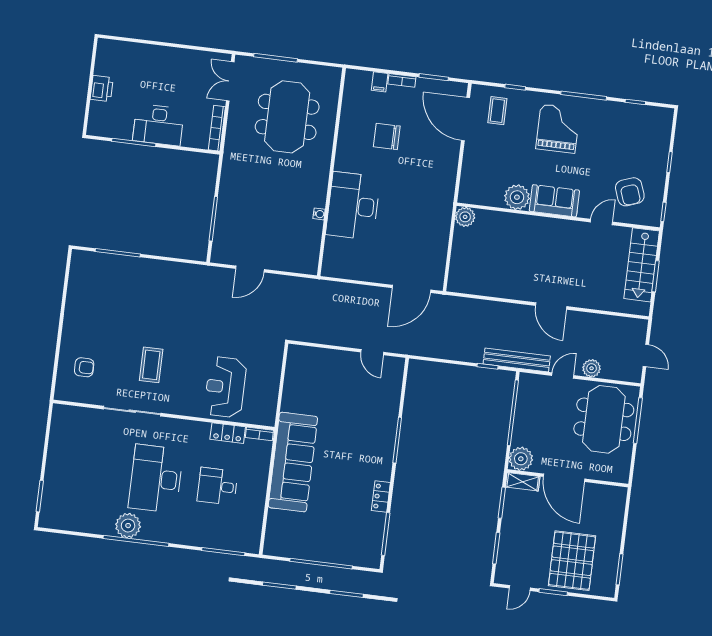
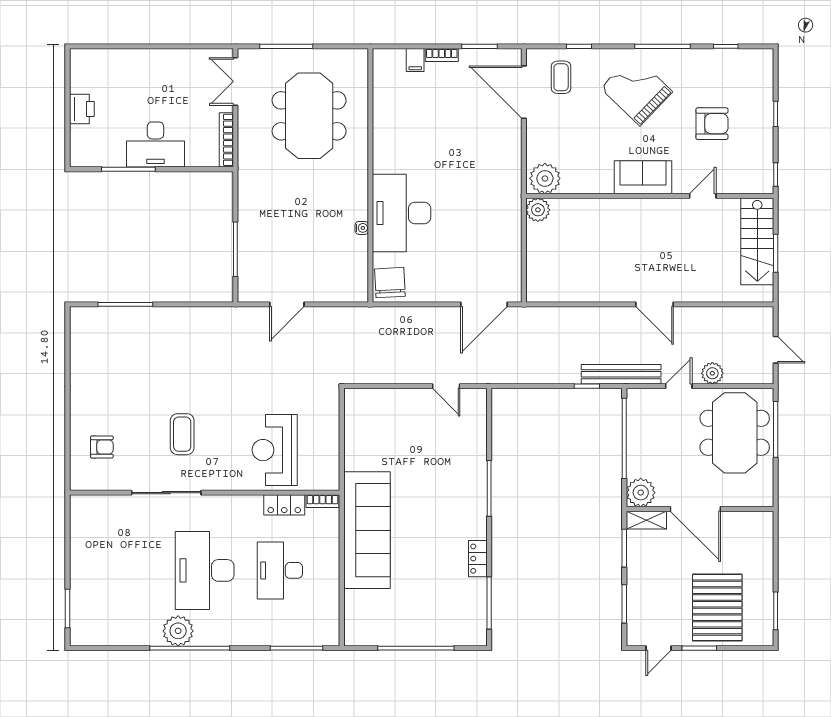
grand piano: (558, 129) -> (637, 90), turned -46
chair: (387, 136) -> (390, 283), moved, turned 87
armchair: (630, 192) -> (712, 124), moved, turned -70
plant: (517, 197) -> (545, 178), moved
desk: (217, 486) -> (280, 570), width x1.37

